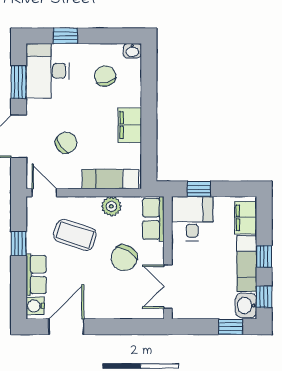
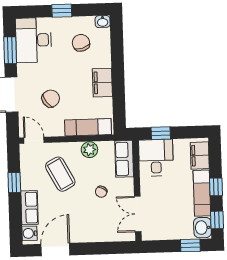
window: (65, 36) -> (62, 11), moved
coffee table: (75, 235) -> (60, 174), turned 44
chair: (124, 258) -> (101, 192), width x0.54, depth x0.54

